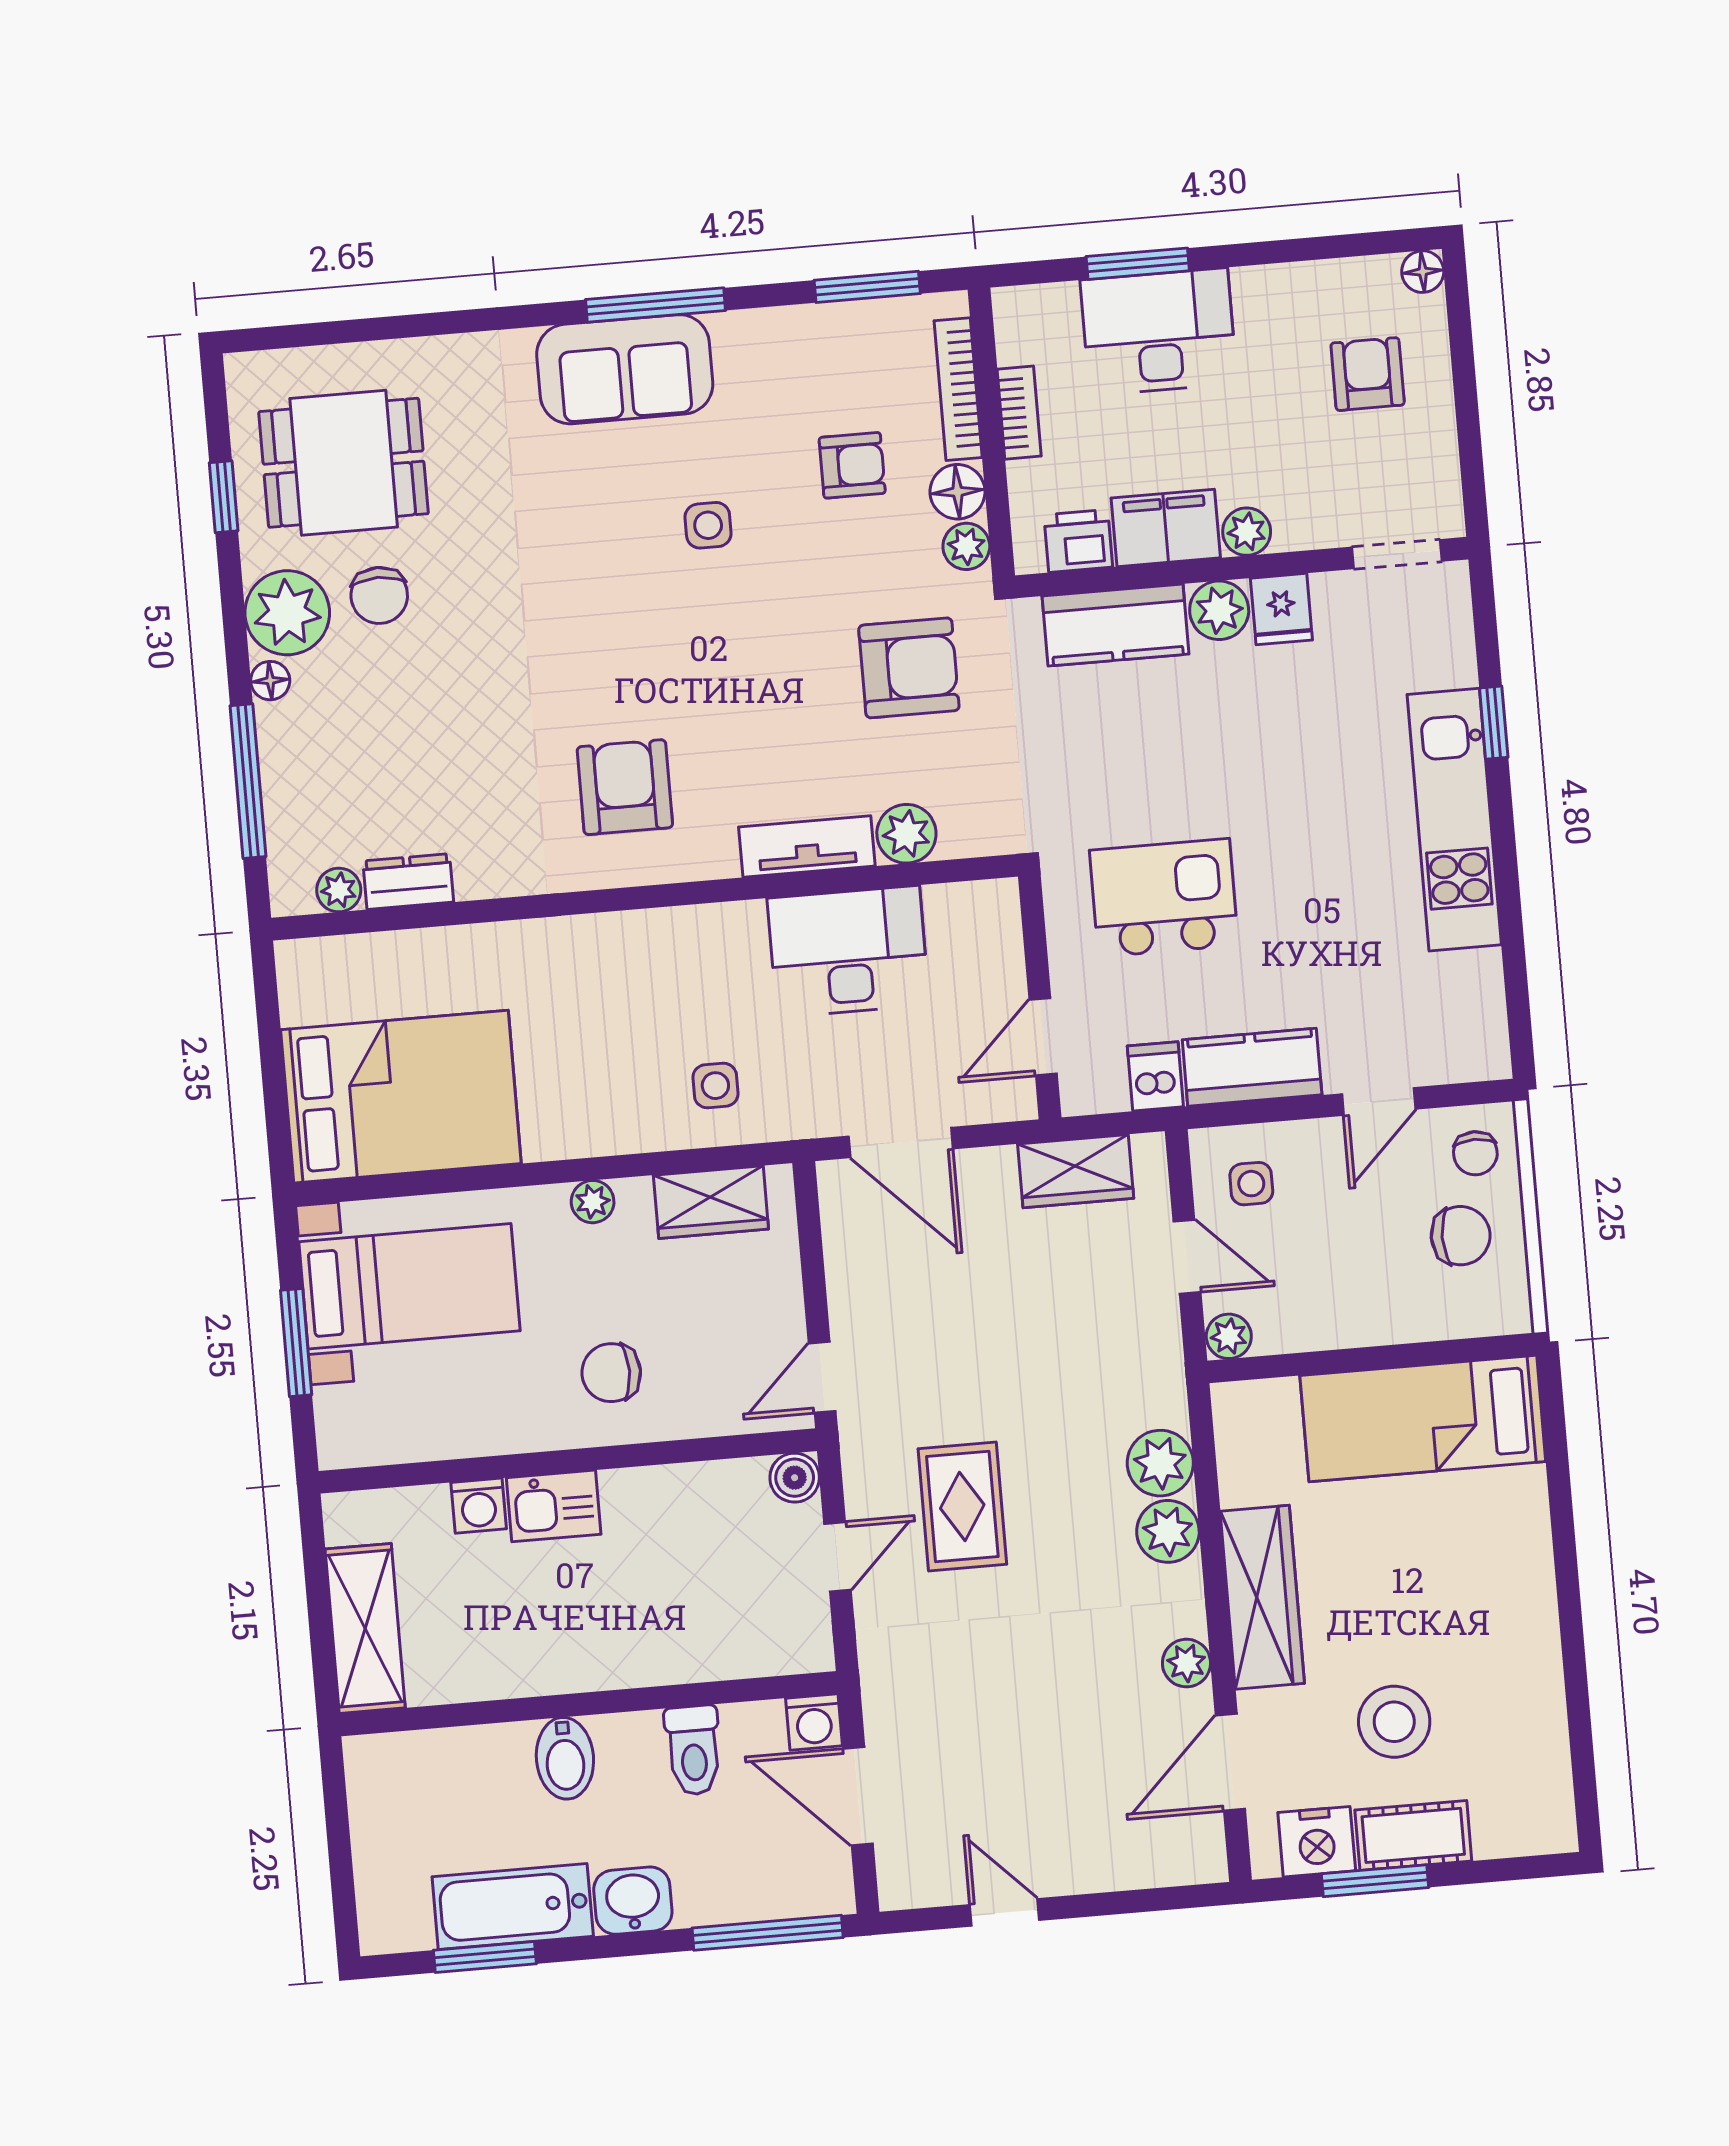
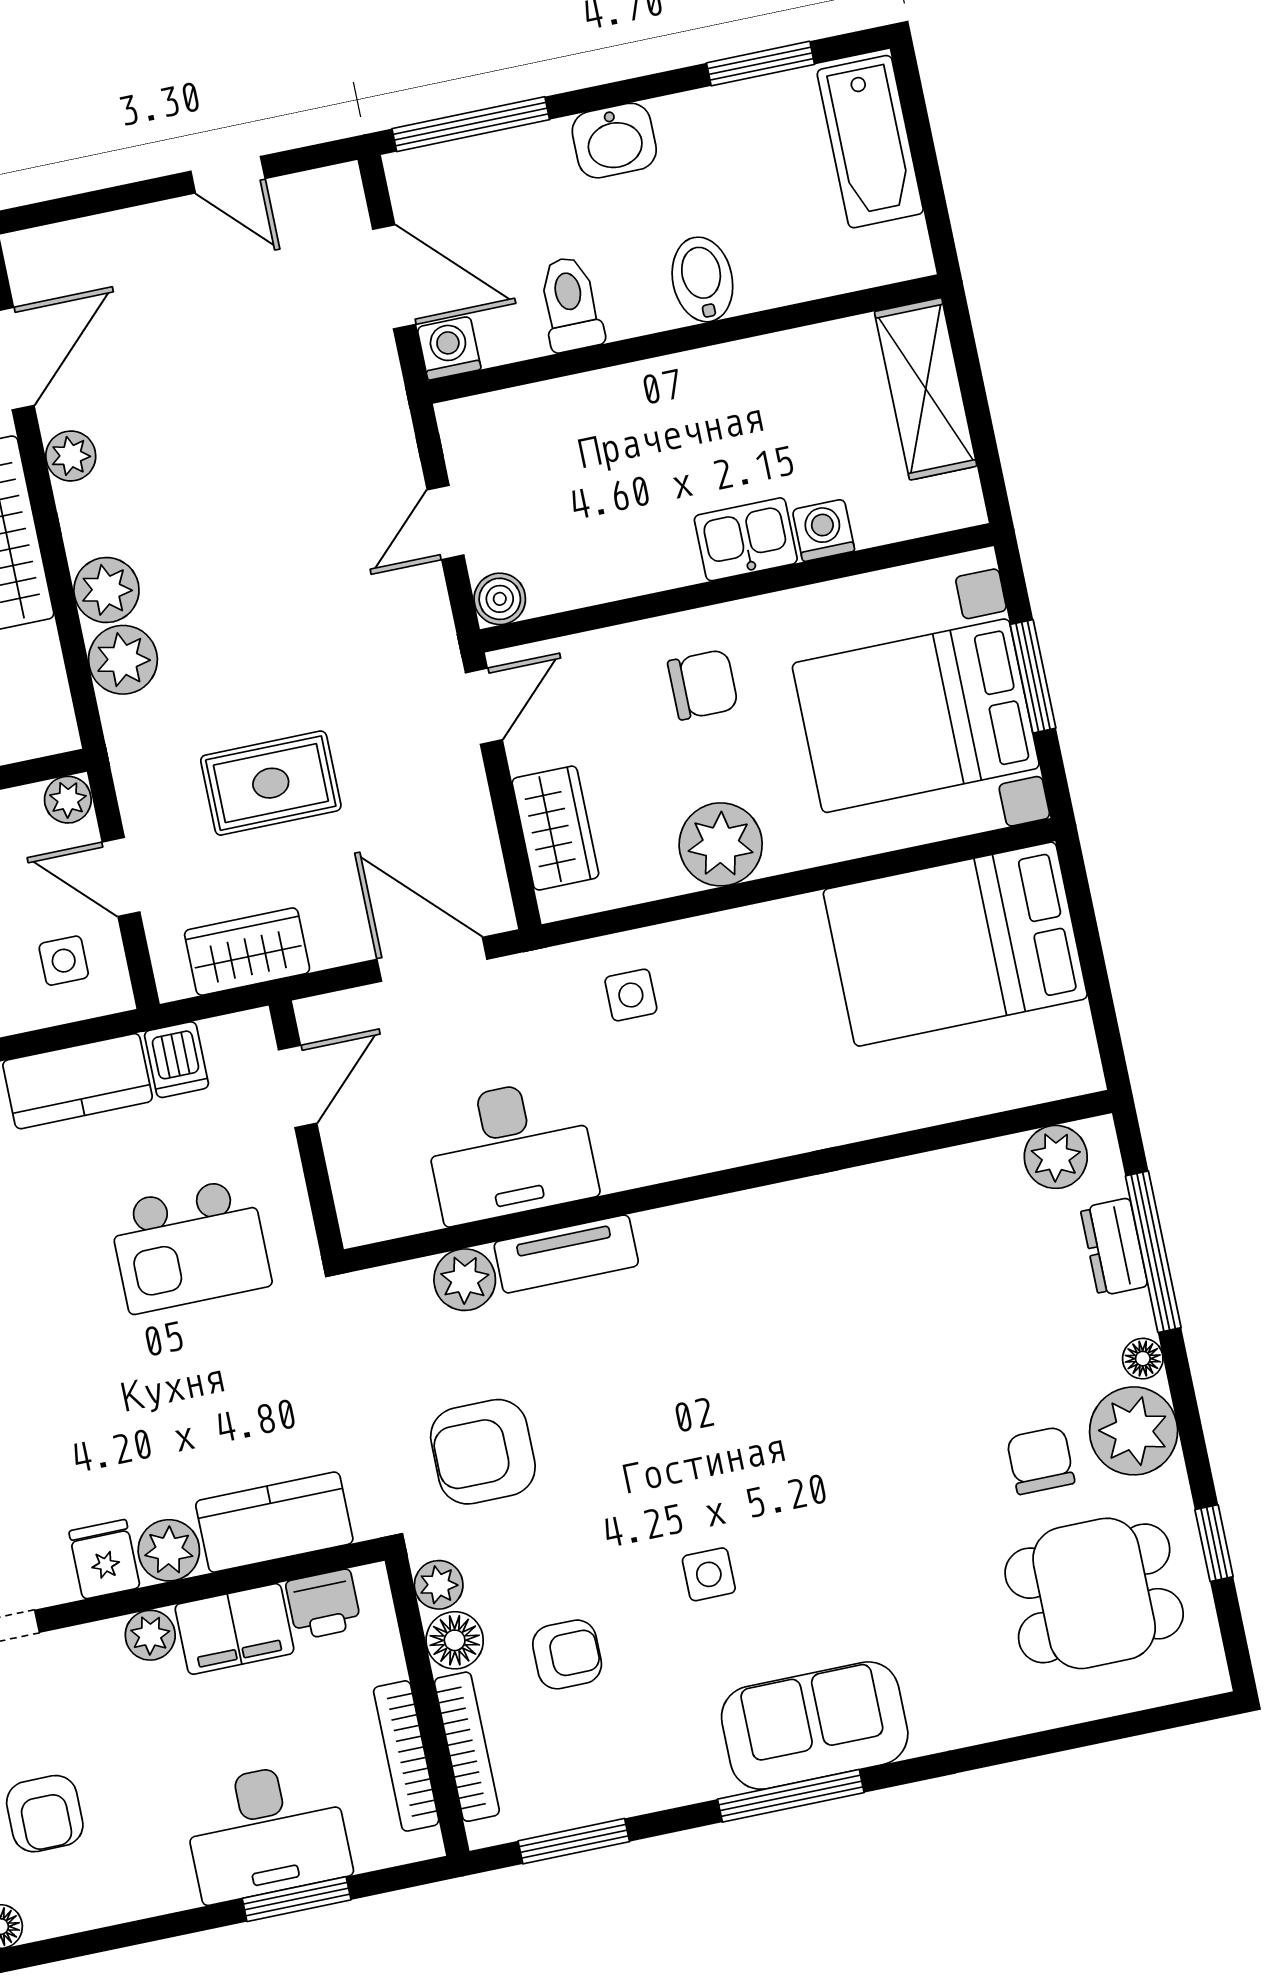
bookcase: (1019, 413) -> (406, 1756), width x1.56
armchair: (852, 465) -> (567, 1654), turned 180
armchair: (625, 787) -> (762, 1293), removed
dresser: (408, 882) -> (1114, 1247), moved, turned 90
plant: (339, 890) -> (1056, 1157), width x1.38, depth x1.38
plant: (593, 1202) -> (721, 844), width x1.87, depth x1.87
wardrobe: (711, 1202) -> (555, 828), moved, turned 90
bed with nightstands: (409, 1286) -> (916, 716), width x1.36
rug: (962, 1507) -> (271, 783), moved, turned 90
bathtub: (513, 1906) -> (870, 142), moved, turned 90

